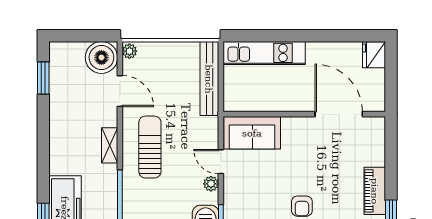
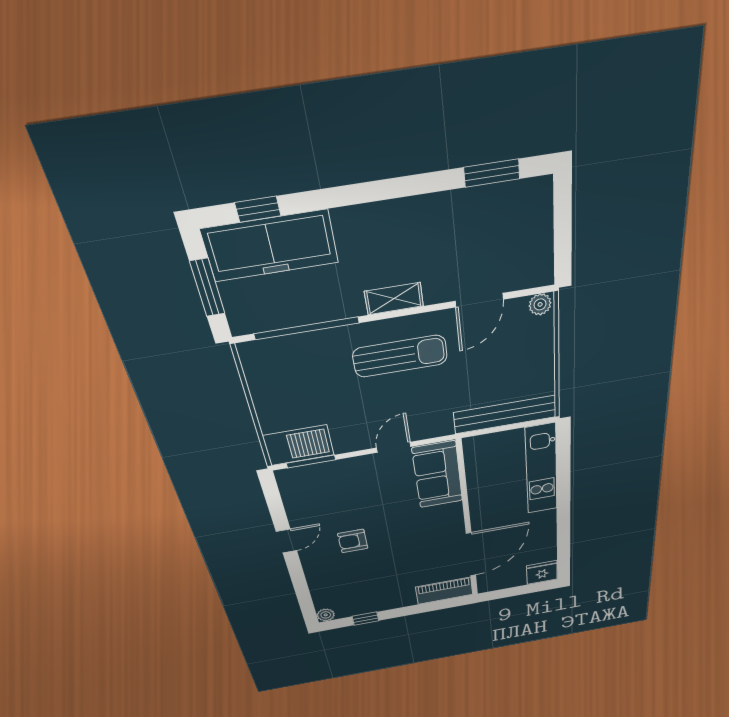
boiler: (101, 57) -> (529, 264), removed
plant: (211, 184) -> (361, 441), removed
piano: (375, 191) -> (444, 591), moved

